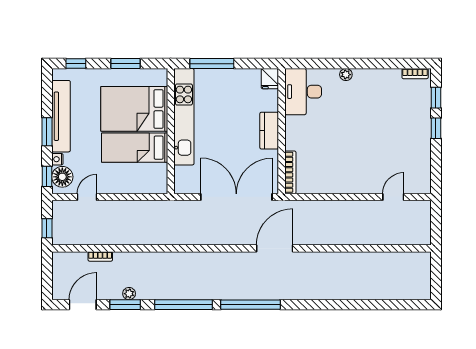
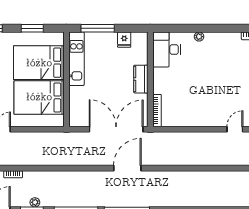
fridge: (270, 79) -> (124, 40), moved
kitchen unit: (184, 117) -> (76, 59), width x0.73
bed: (135, 148) -> (39, 97), width x1.50
door: (275, 248) -> (127, 168), moved

